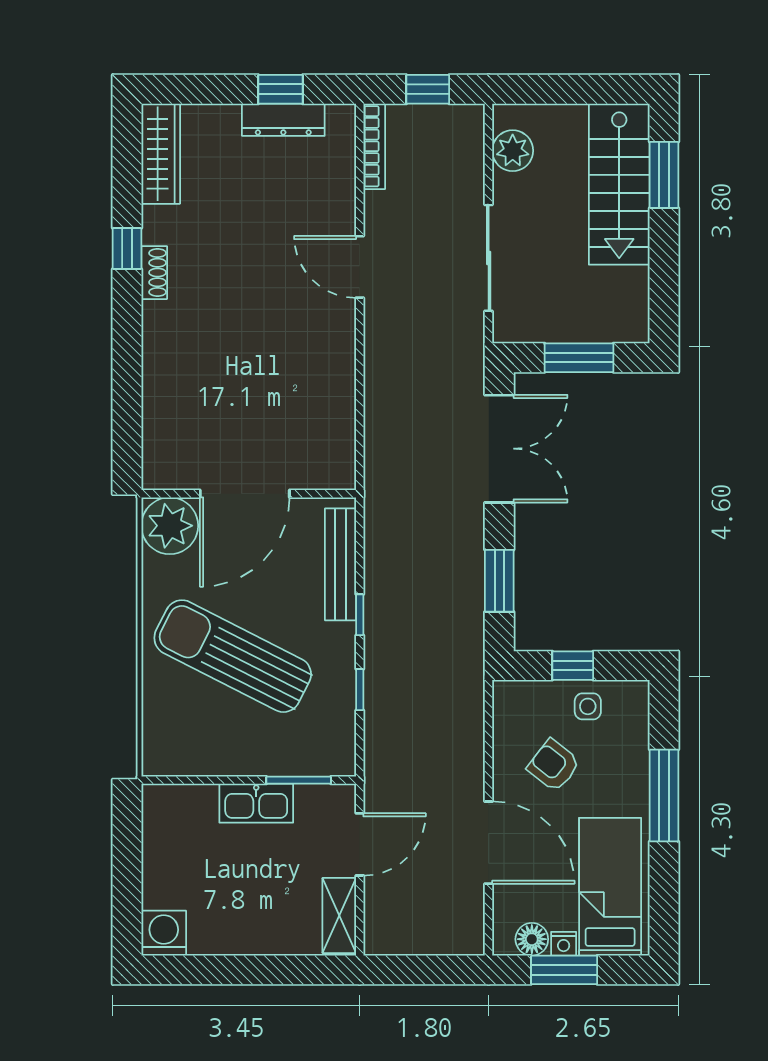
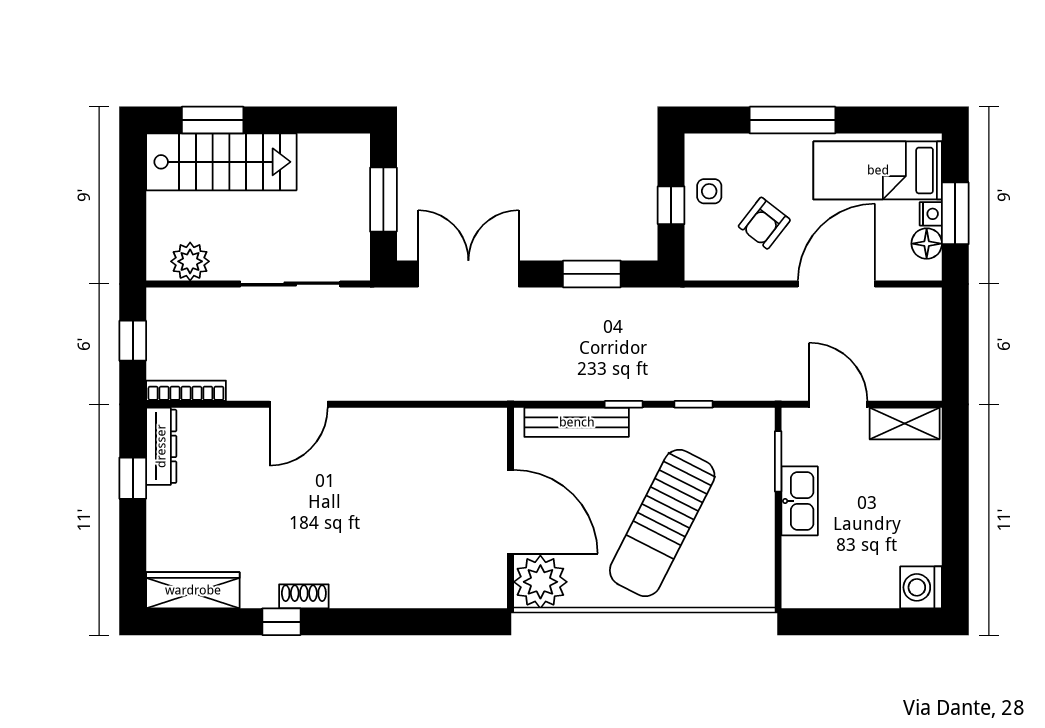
dresser: (283, 120) -> (161, 446), moved

